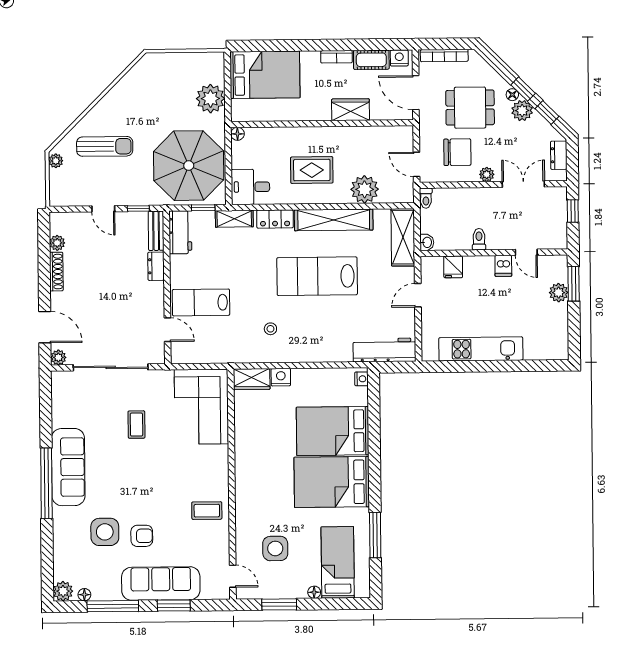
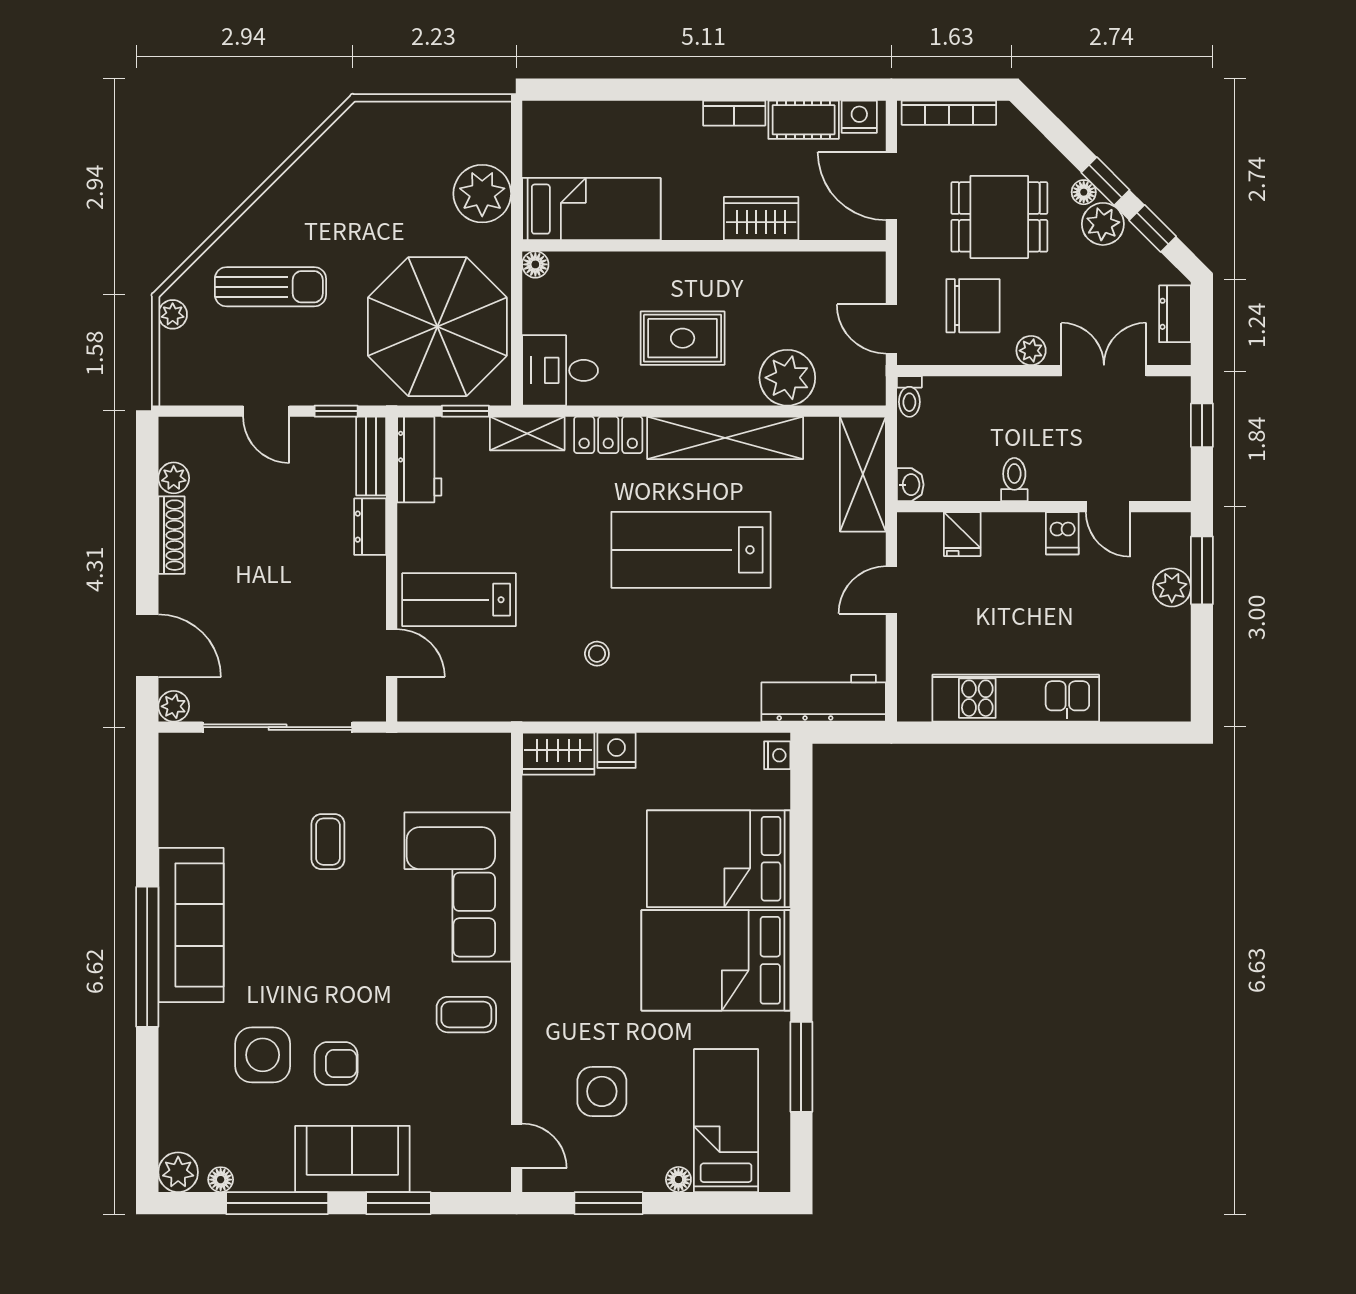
bed: (265, 75) -> (591, 209), moved, width x0.67
corner sofa: (201, 407) -> (458, 887), moved
sofa: (161, 584) -> (352, 1159), width x0.73

